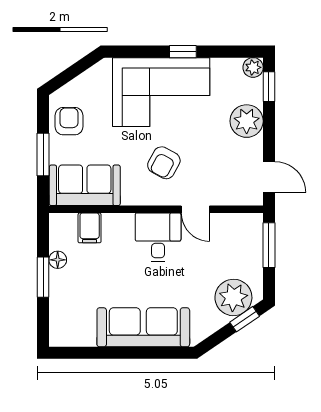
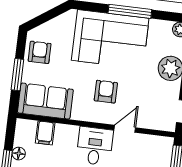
window: (183, 52) -> (130, 11), width x2.17
armchair: (164, 163) -> (106, 92), turned 151
door: (195, 209) -> (125, 129), swing flipped

